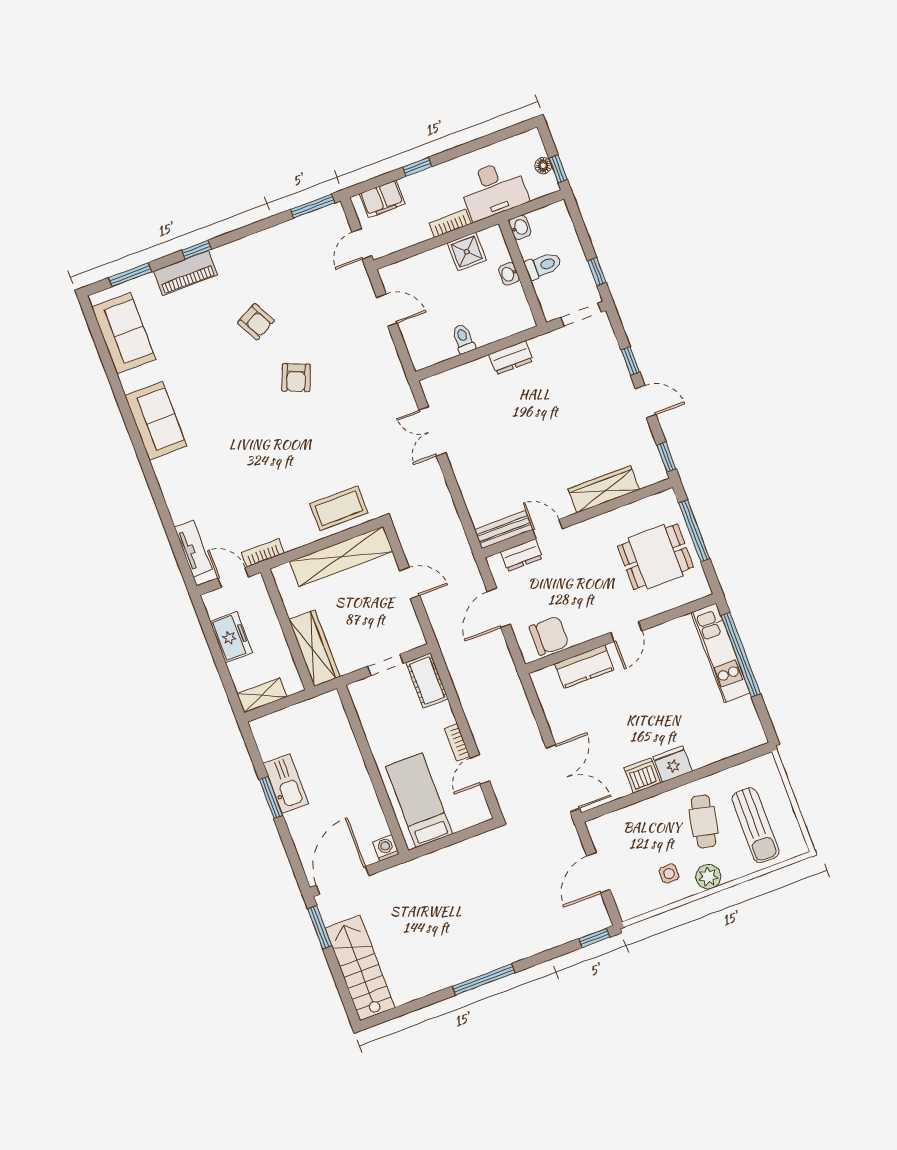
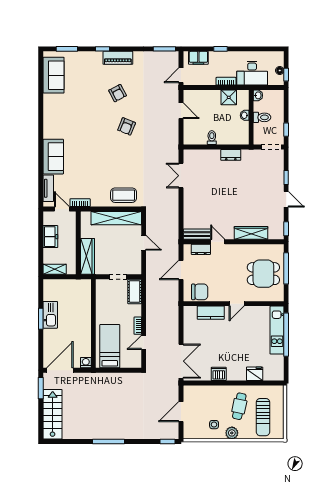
piano: (185, 273) -> (118, 58), moved
sofa: (156, 421) -> (53, 157), moved
fridge: (673, 764) -> (255, 374), moved

